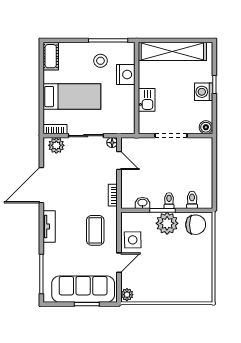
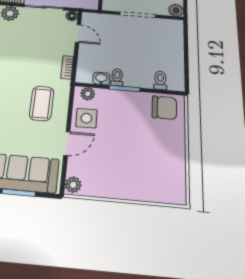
toilet: (169, 201) -> (117, 77), moved
plant: (167, 223) -> (88, 94), moved, width x0.53, depth x0.53

